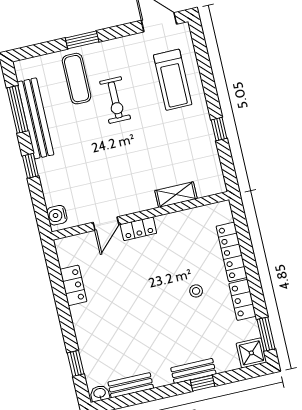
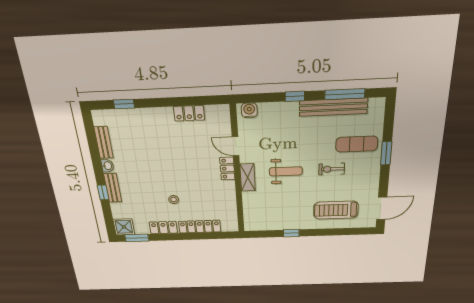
exercise bike: (115, 100) -> (332, 169), width x0.73, depth x0.72
weight bench: (129, 156) -> (286, 171), added
shelving: (176, 195) -> (248, 177), moved
washbasin: (100, 393) -> (107, 166), moved

